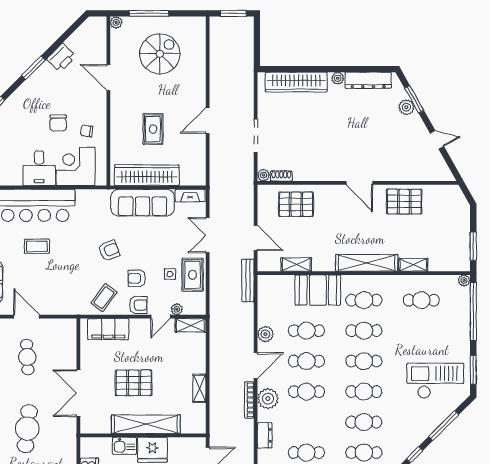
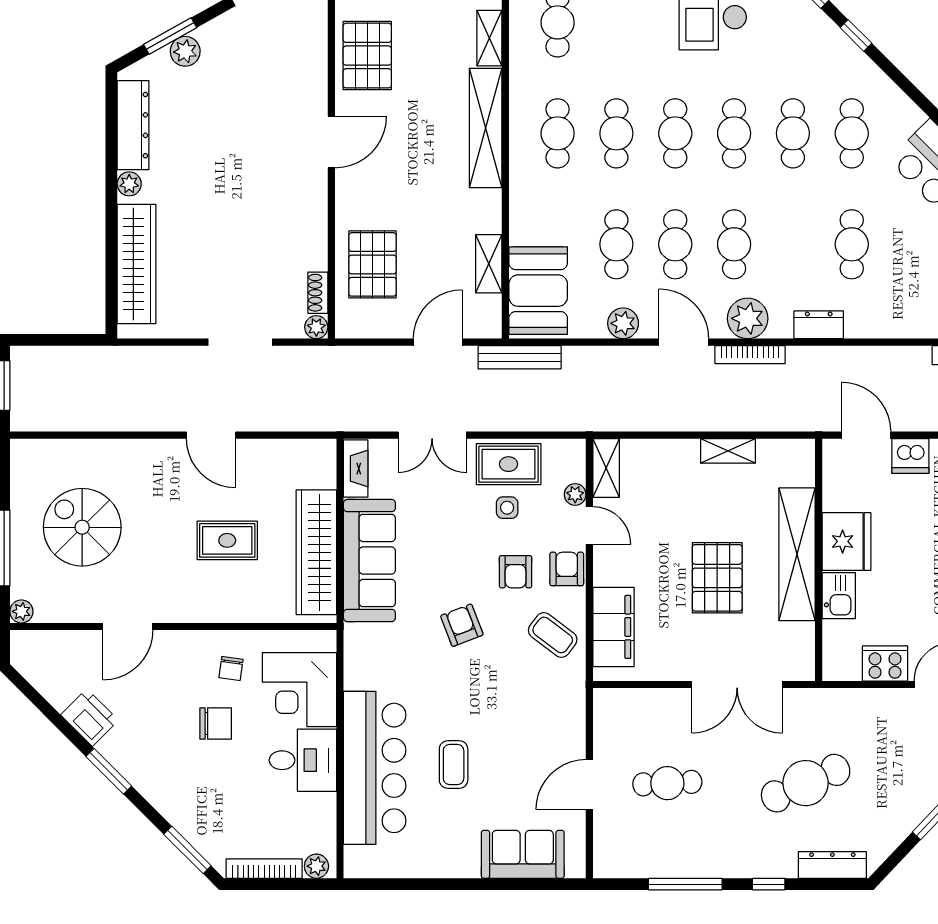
booth: (318, 290) -> (538, 291), moved
cafe table: (27, 429) -> (806, 783), turned -30

